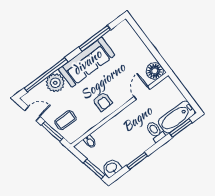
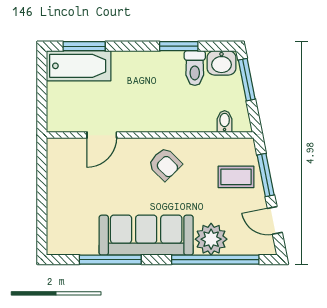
floor lamp: (155, 71) -> (61, 152), removed
armchair: (103, 101) -> (165, 164), turned 135
toilet: (155, 131) -> (195, 68), moved

